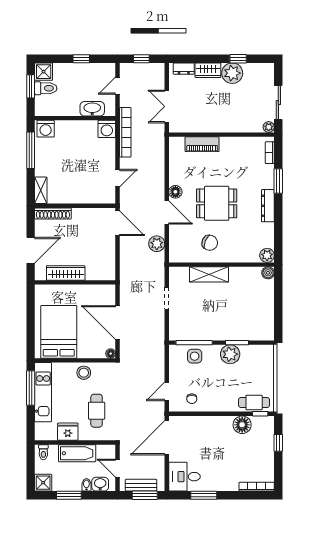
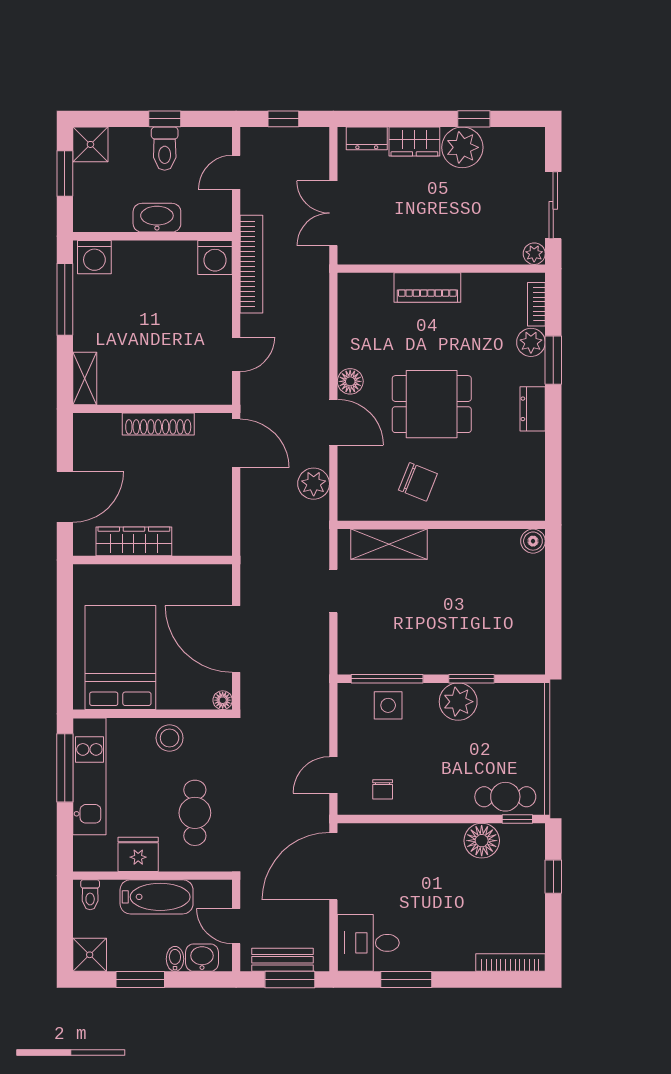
toilet: (46, 88) -> (165, 149), moved, turned 90
washbasin: (92, 109) -> (157, 218), moved
piano: (202, 144) -> (427, 288), moved
dresser: (268, 206) -> (533, 409), width x0.70
shoe rack: (53, 213) -> (158, 424), moved
plant: (267, 255) -> (531, 342), moved
shelving: (209, 274) -> (389, 544), moved

